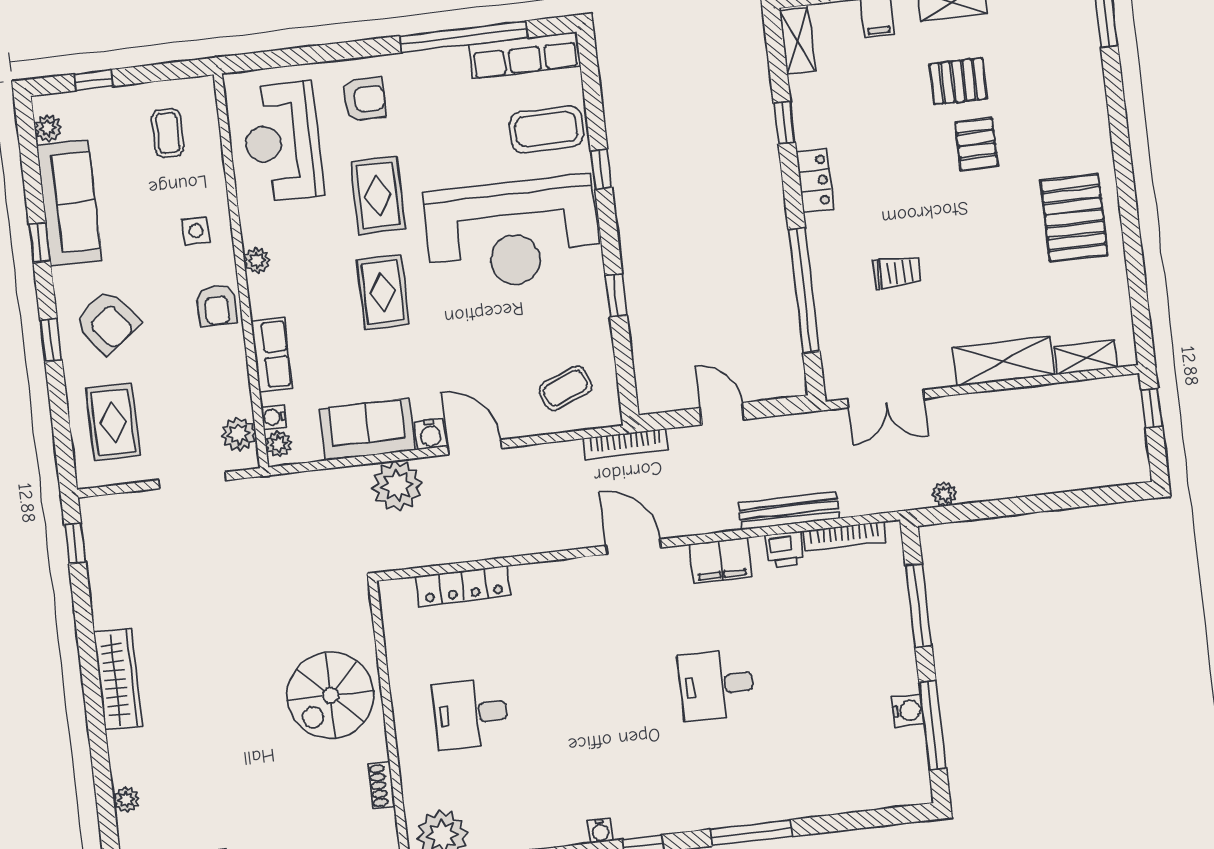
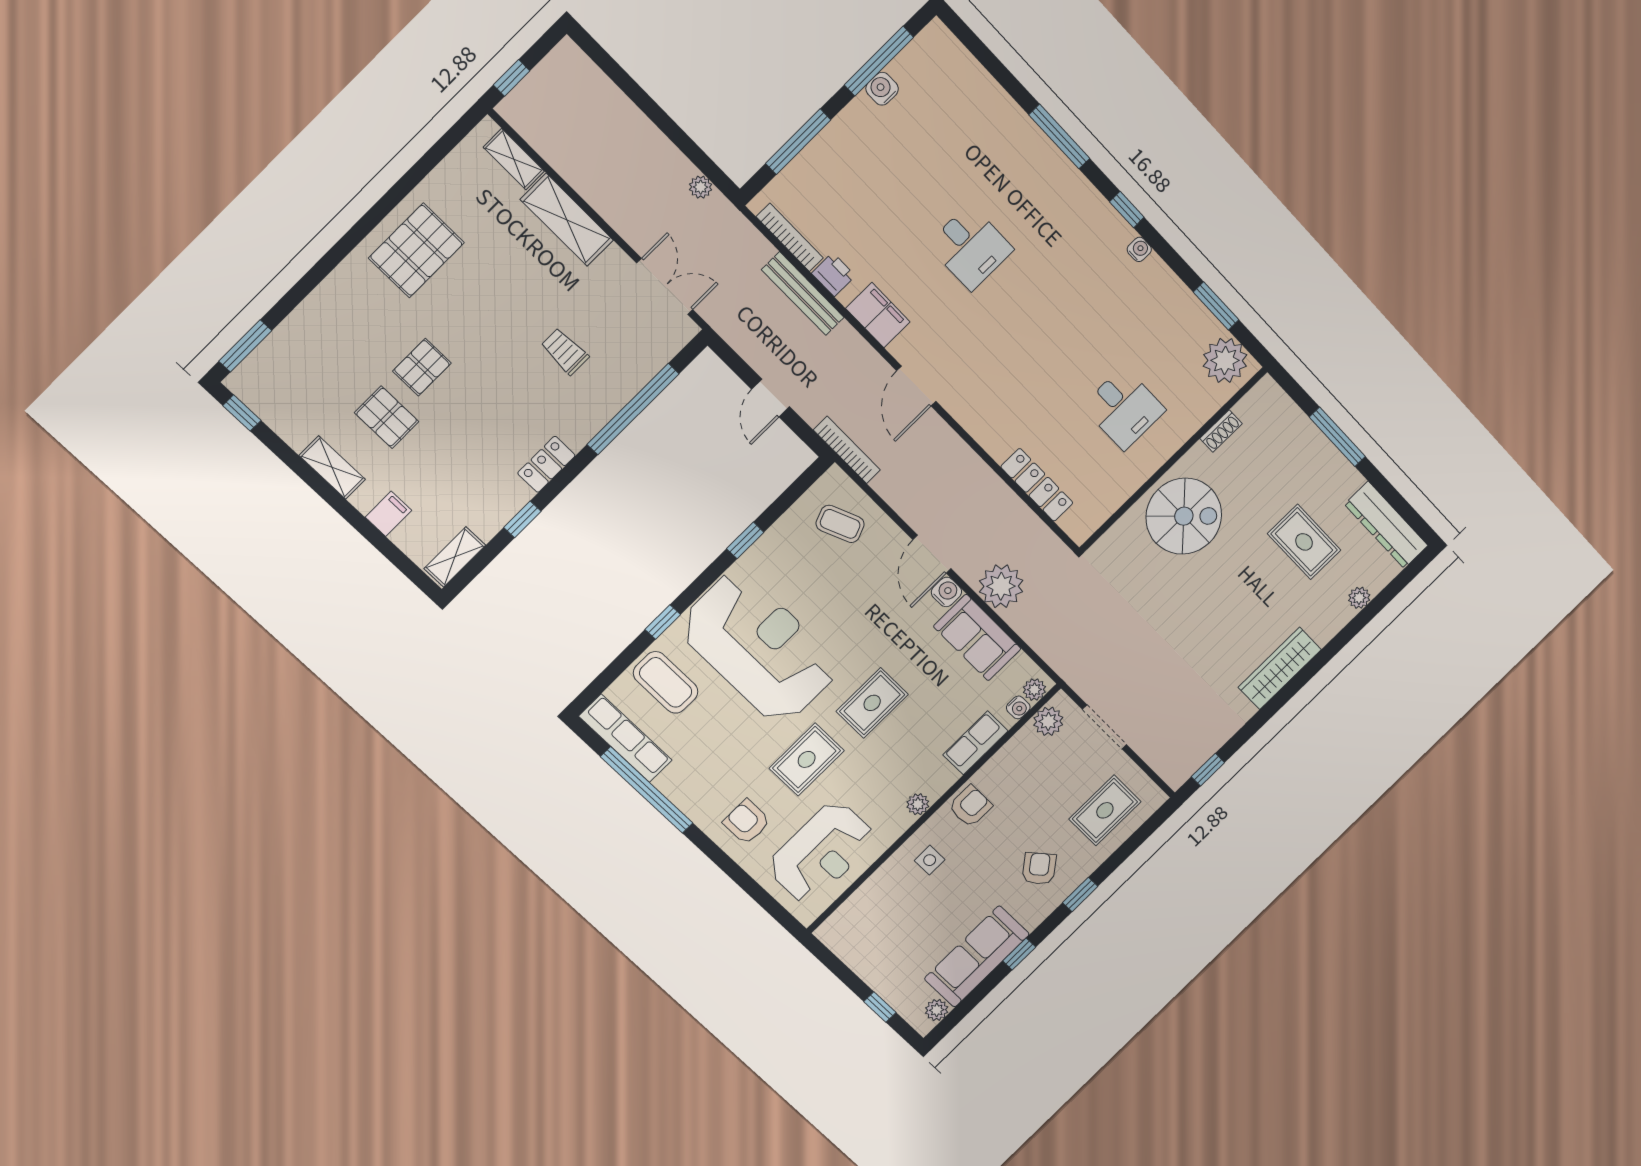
coffee table: (168, 133) -> (877, 931), removed
armchair: (107, 322) -> (1039, 869), width x0.72, depth x0.72
rug: (219, 787) -> (1304, 542), added

